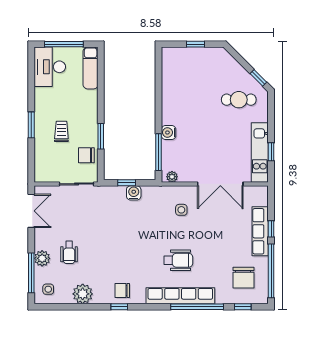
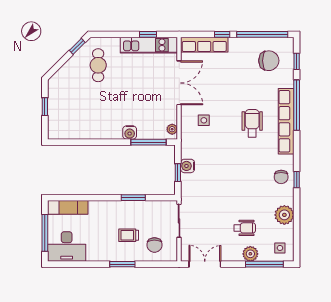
chair: (86, 155) -> (154, 245), moved
row of seats: (260, 231) -> (204, 45), moved

